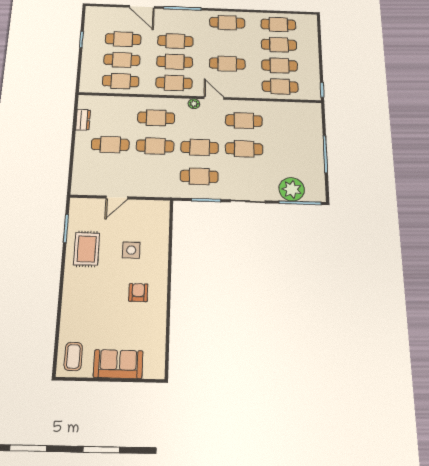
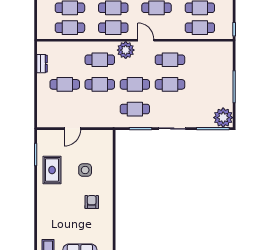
plant: (194, 104) -> (126, 50), width x1.87, depth x1.87
plant: (292, 189) -> (223, 118), moved

